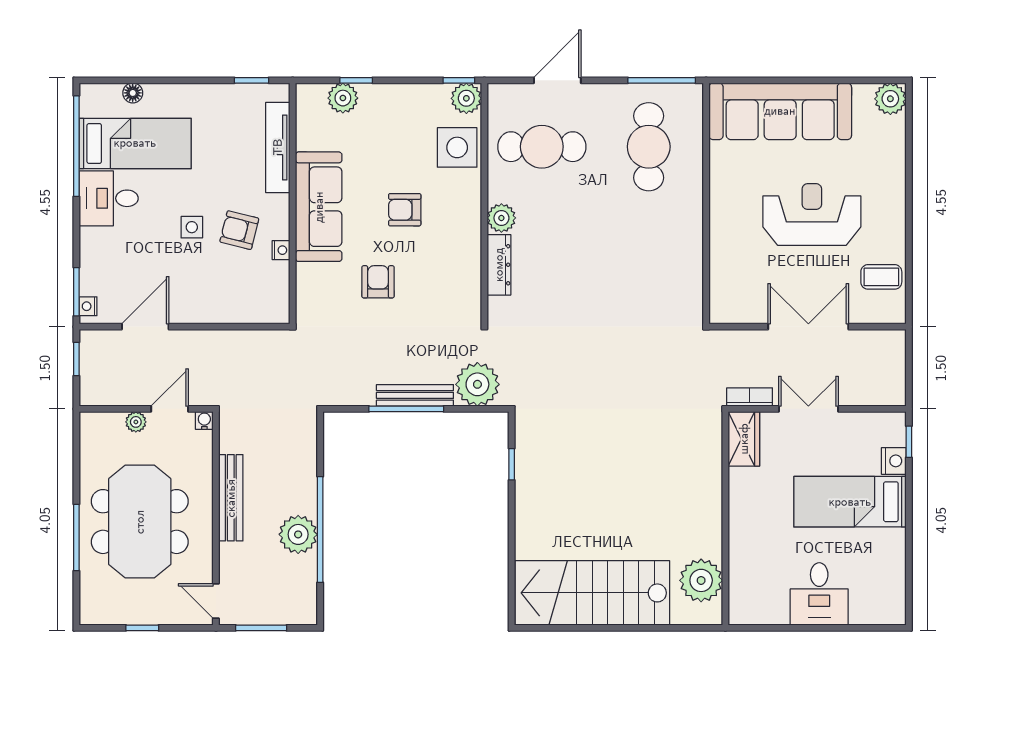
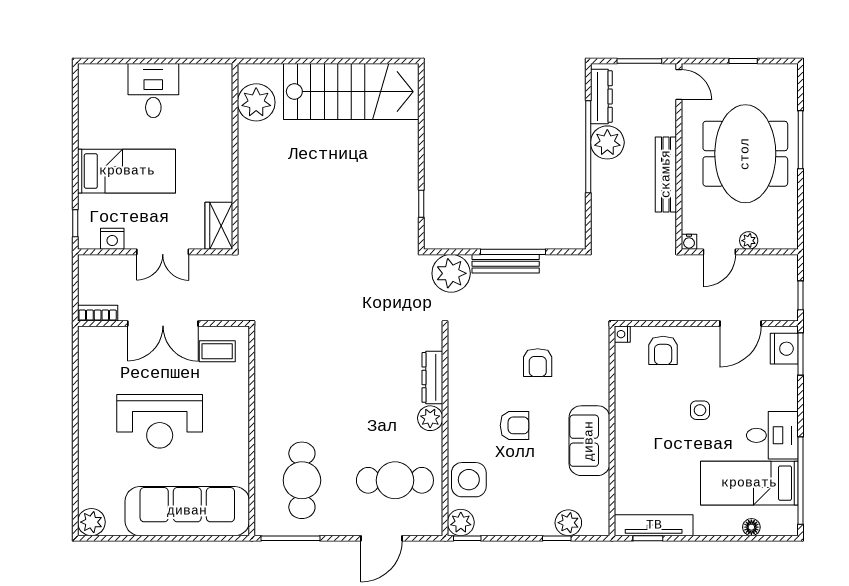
tv unit: (278, 147) -> (654, 525), moved, turned -90
sofa: (319, 207) -> (589, 441), width x0.73
armchair: (239, 230) -> (663, 350), moved, turned 76
nightstand: (281, 250) -> (622, 334), moved
coffee table: (881, 277) -> (217, 351), moved
nightstand: (88, 306) -> (784, 349), width x1.89, depth x1.79
bookcase: (750, 397) -> (98, 313), moved, turned 180
nightstand: (894, 461) -> (112, 239), moved, turned -90
dresser: (305, 587) -> (601, 97), added

